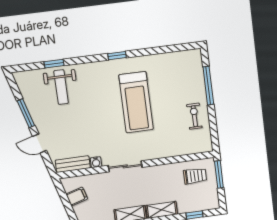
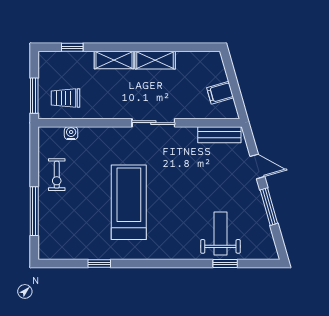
window: (117, 56) -> (99, 264), moved
water cooler: (96, 162) -> (71, 133), moved

